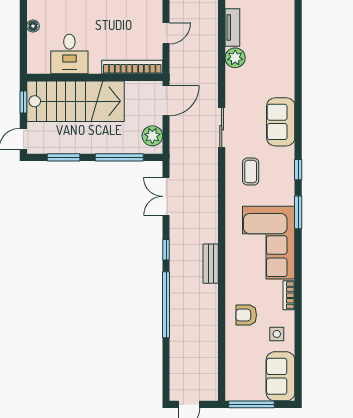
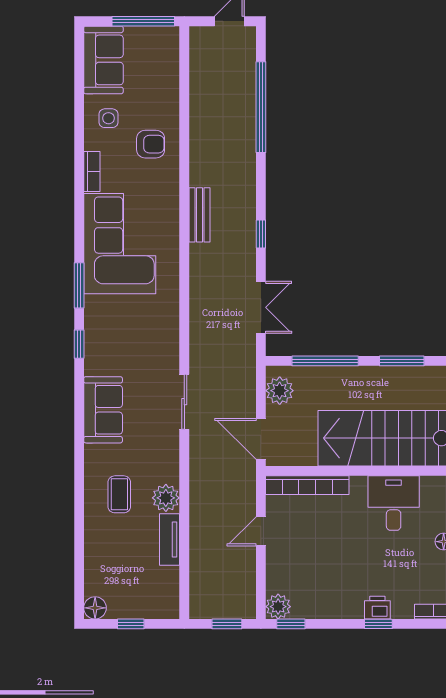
door: (166, 101) -> (261, 439), hinge flipped
coffee table: (251, 172) -> (119, 494), moved
window: (166, 305) -> (261, 107), moved

